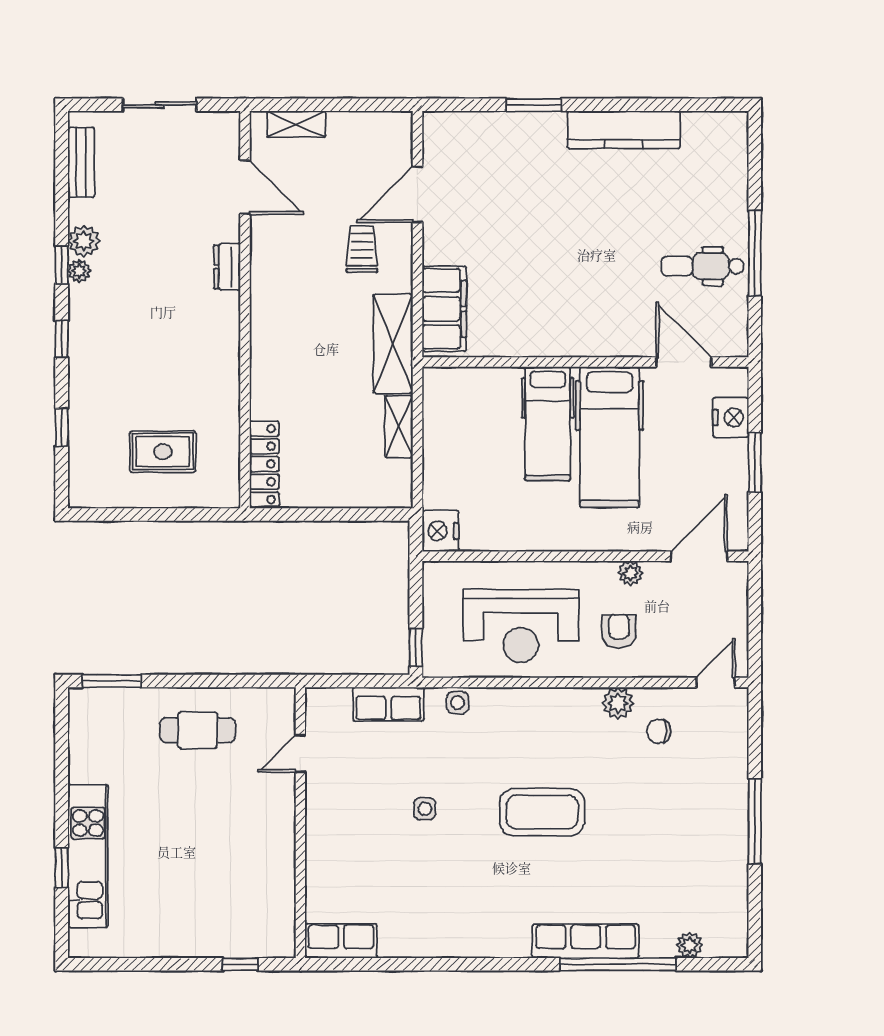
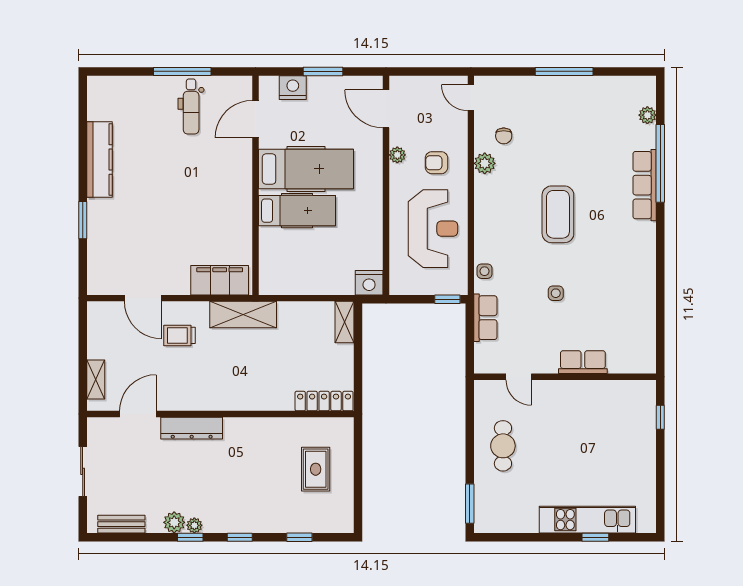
dresser: (227, 267) -> (192, 428), width x1.96, depth x1.24
shelving: (399, 427) -> (344, 322), moved, turned 90
row of seats: (341, 941) -> (583, 362), moved, turned 90

